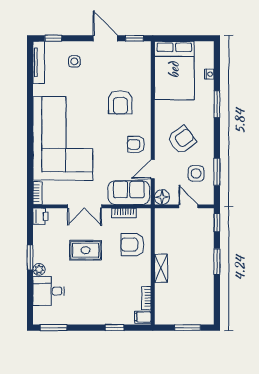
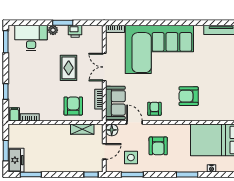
side table: (74, 61) -> (222, 59), removed
armchair: (182, 140) -> (158, 146), turned 37
printer: (40, 216) -> (75, 31), moved
window: (217, 262) -> (31, 174), moved
shelving: (161, 268) -> (82, 129), moved
desk: (49, 291) -> (31, 38), width x1.37
freezer: (199, 315) -> (16, 160), added

